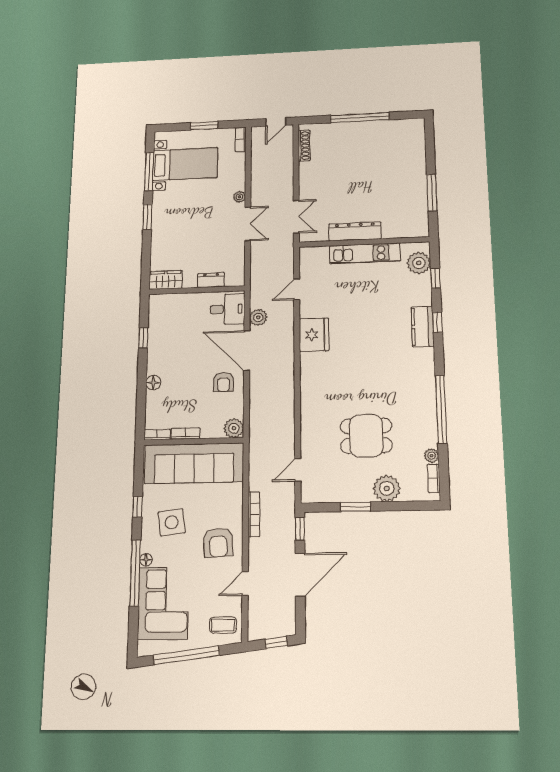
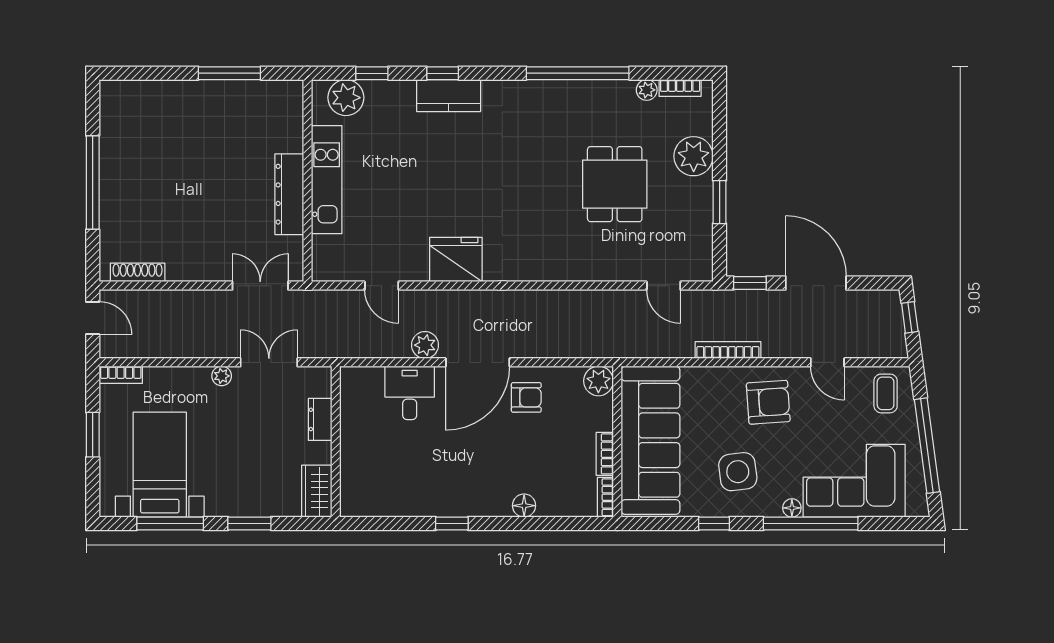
wardrobe: (166, 280) -> (317, 491), moved
dresser: (211, 280) -> (320, 419), moved
wall: (197, 290) -> (336, 442), moved

